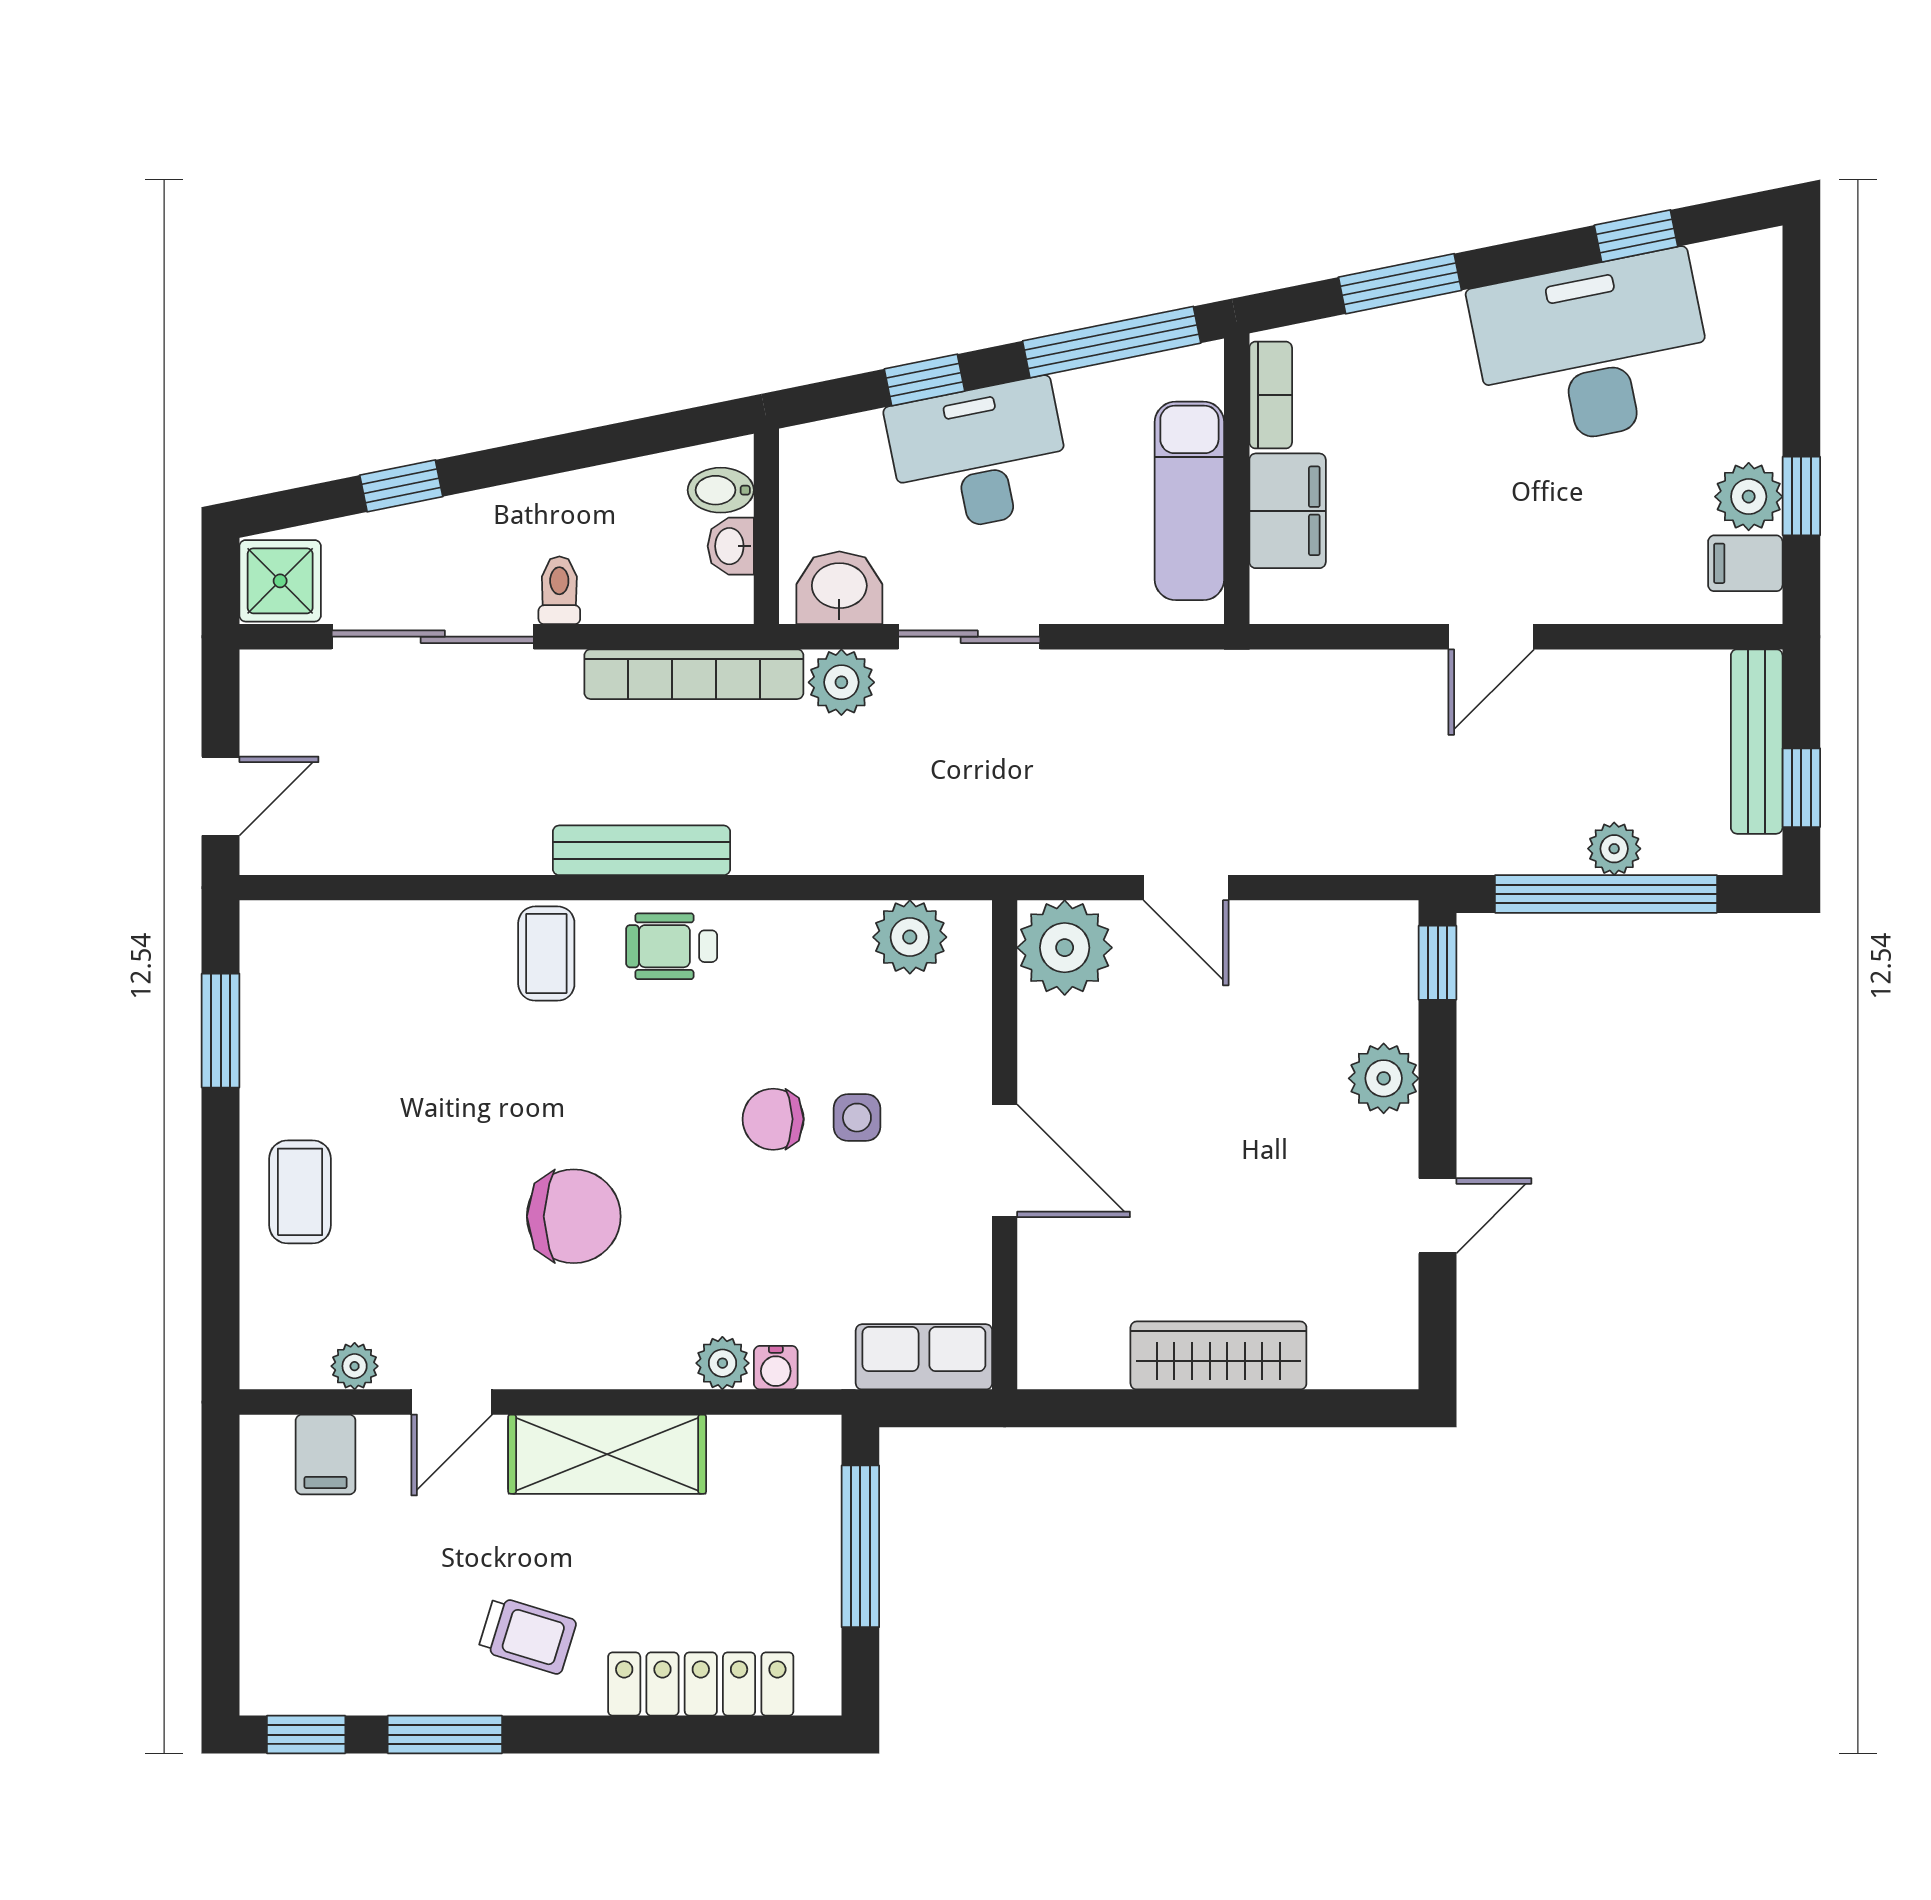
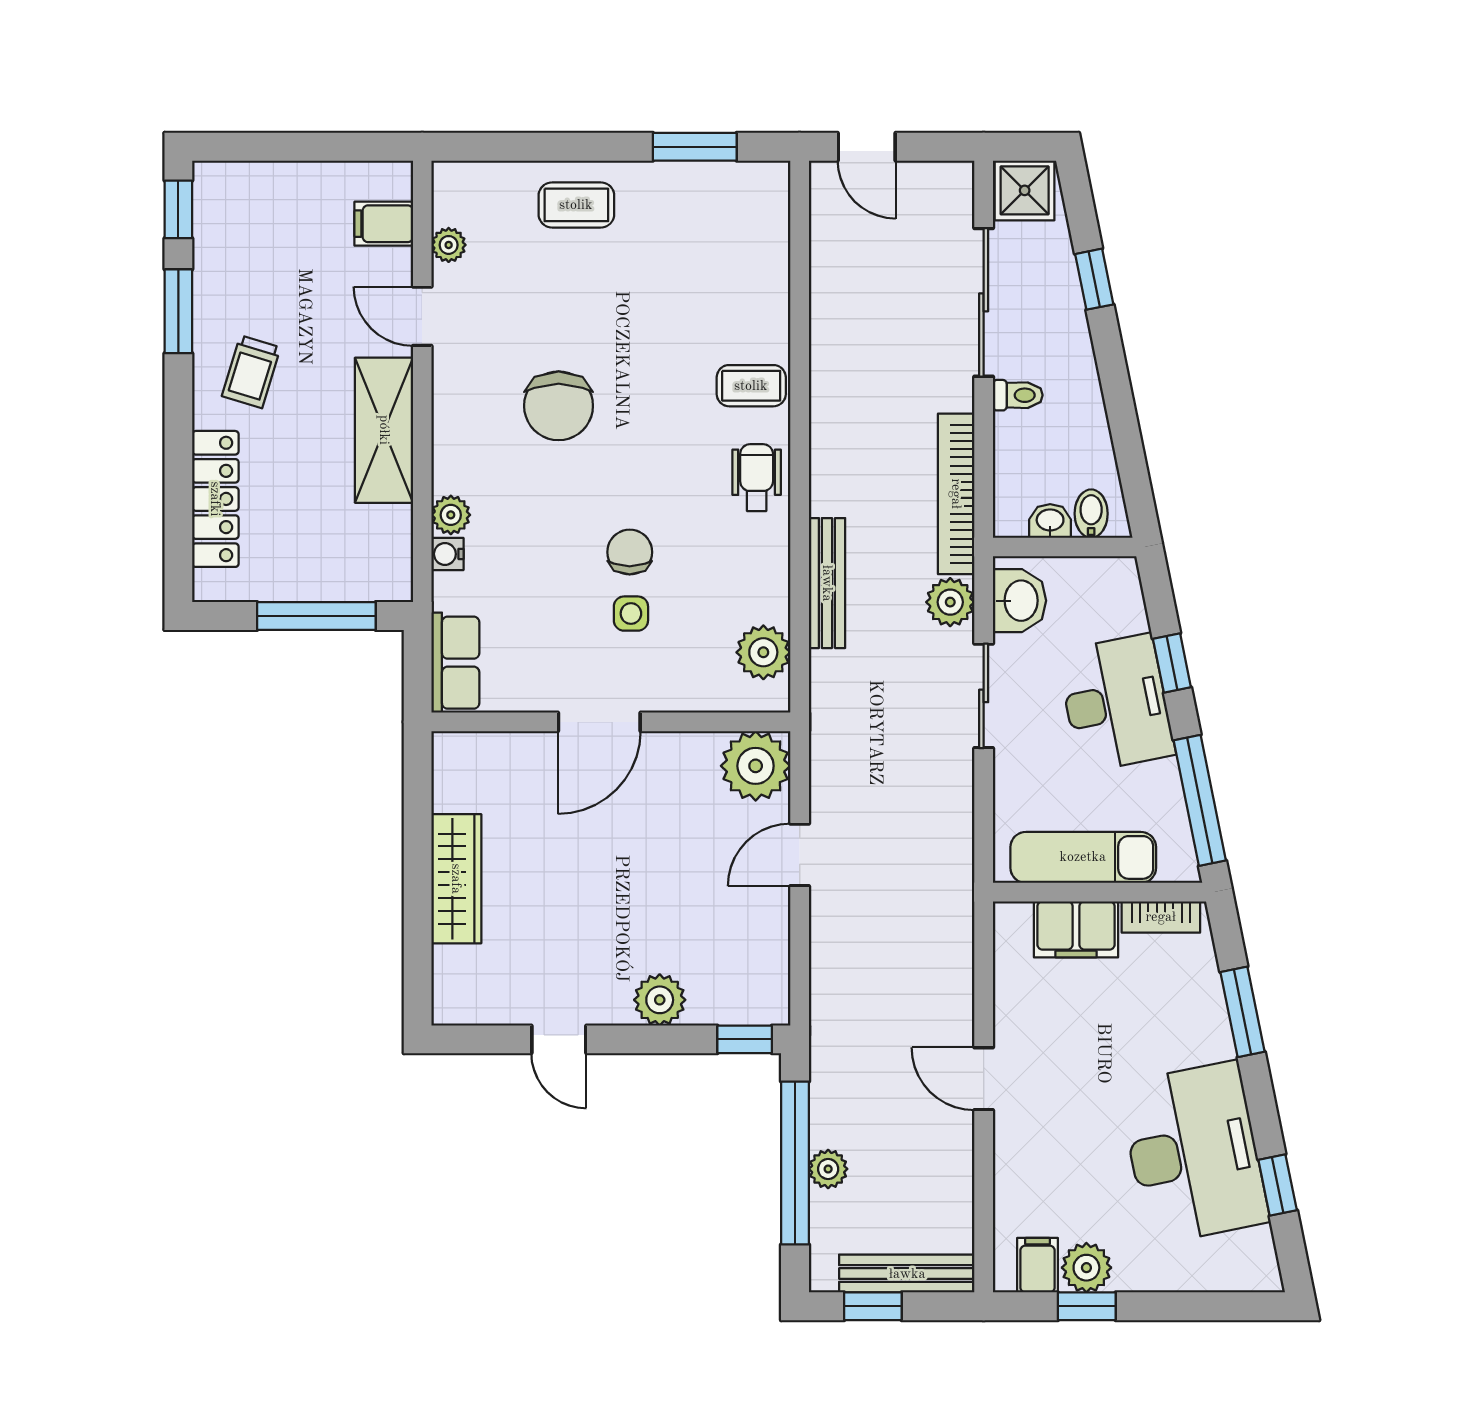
bench: (641, 850) -> (827, 583), moved

